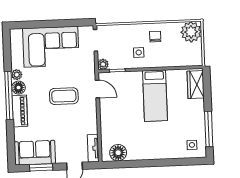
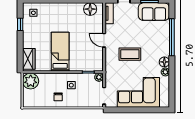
plant: (191, 32) -> (31, 81), moved
door: (97, 89) -> (104, 40), moved
window: (9, 96) -> (172, 37), moved
piano: (20, 111) -> (164, 44), removed
window: (209, 129) -> (20, 24), width x0.46

